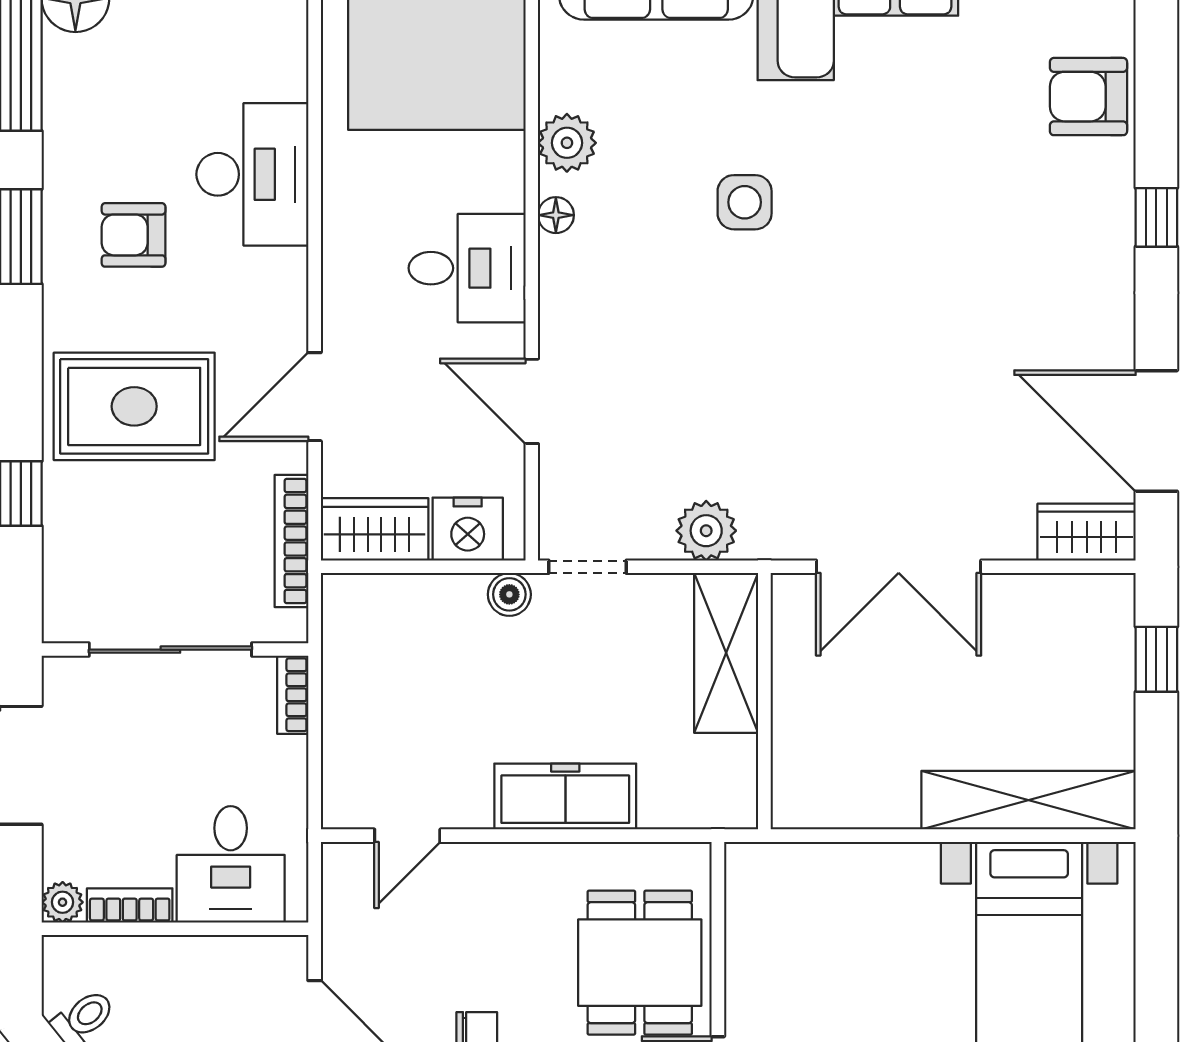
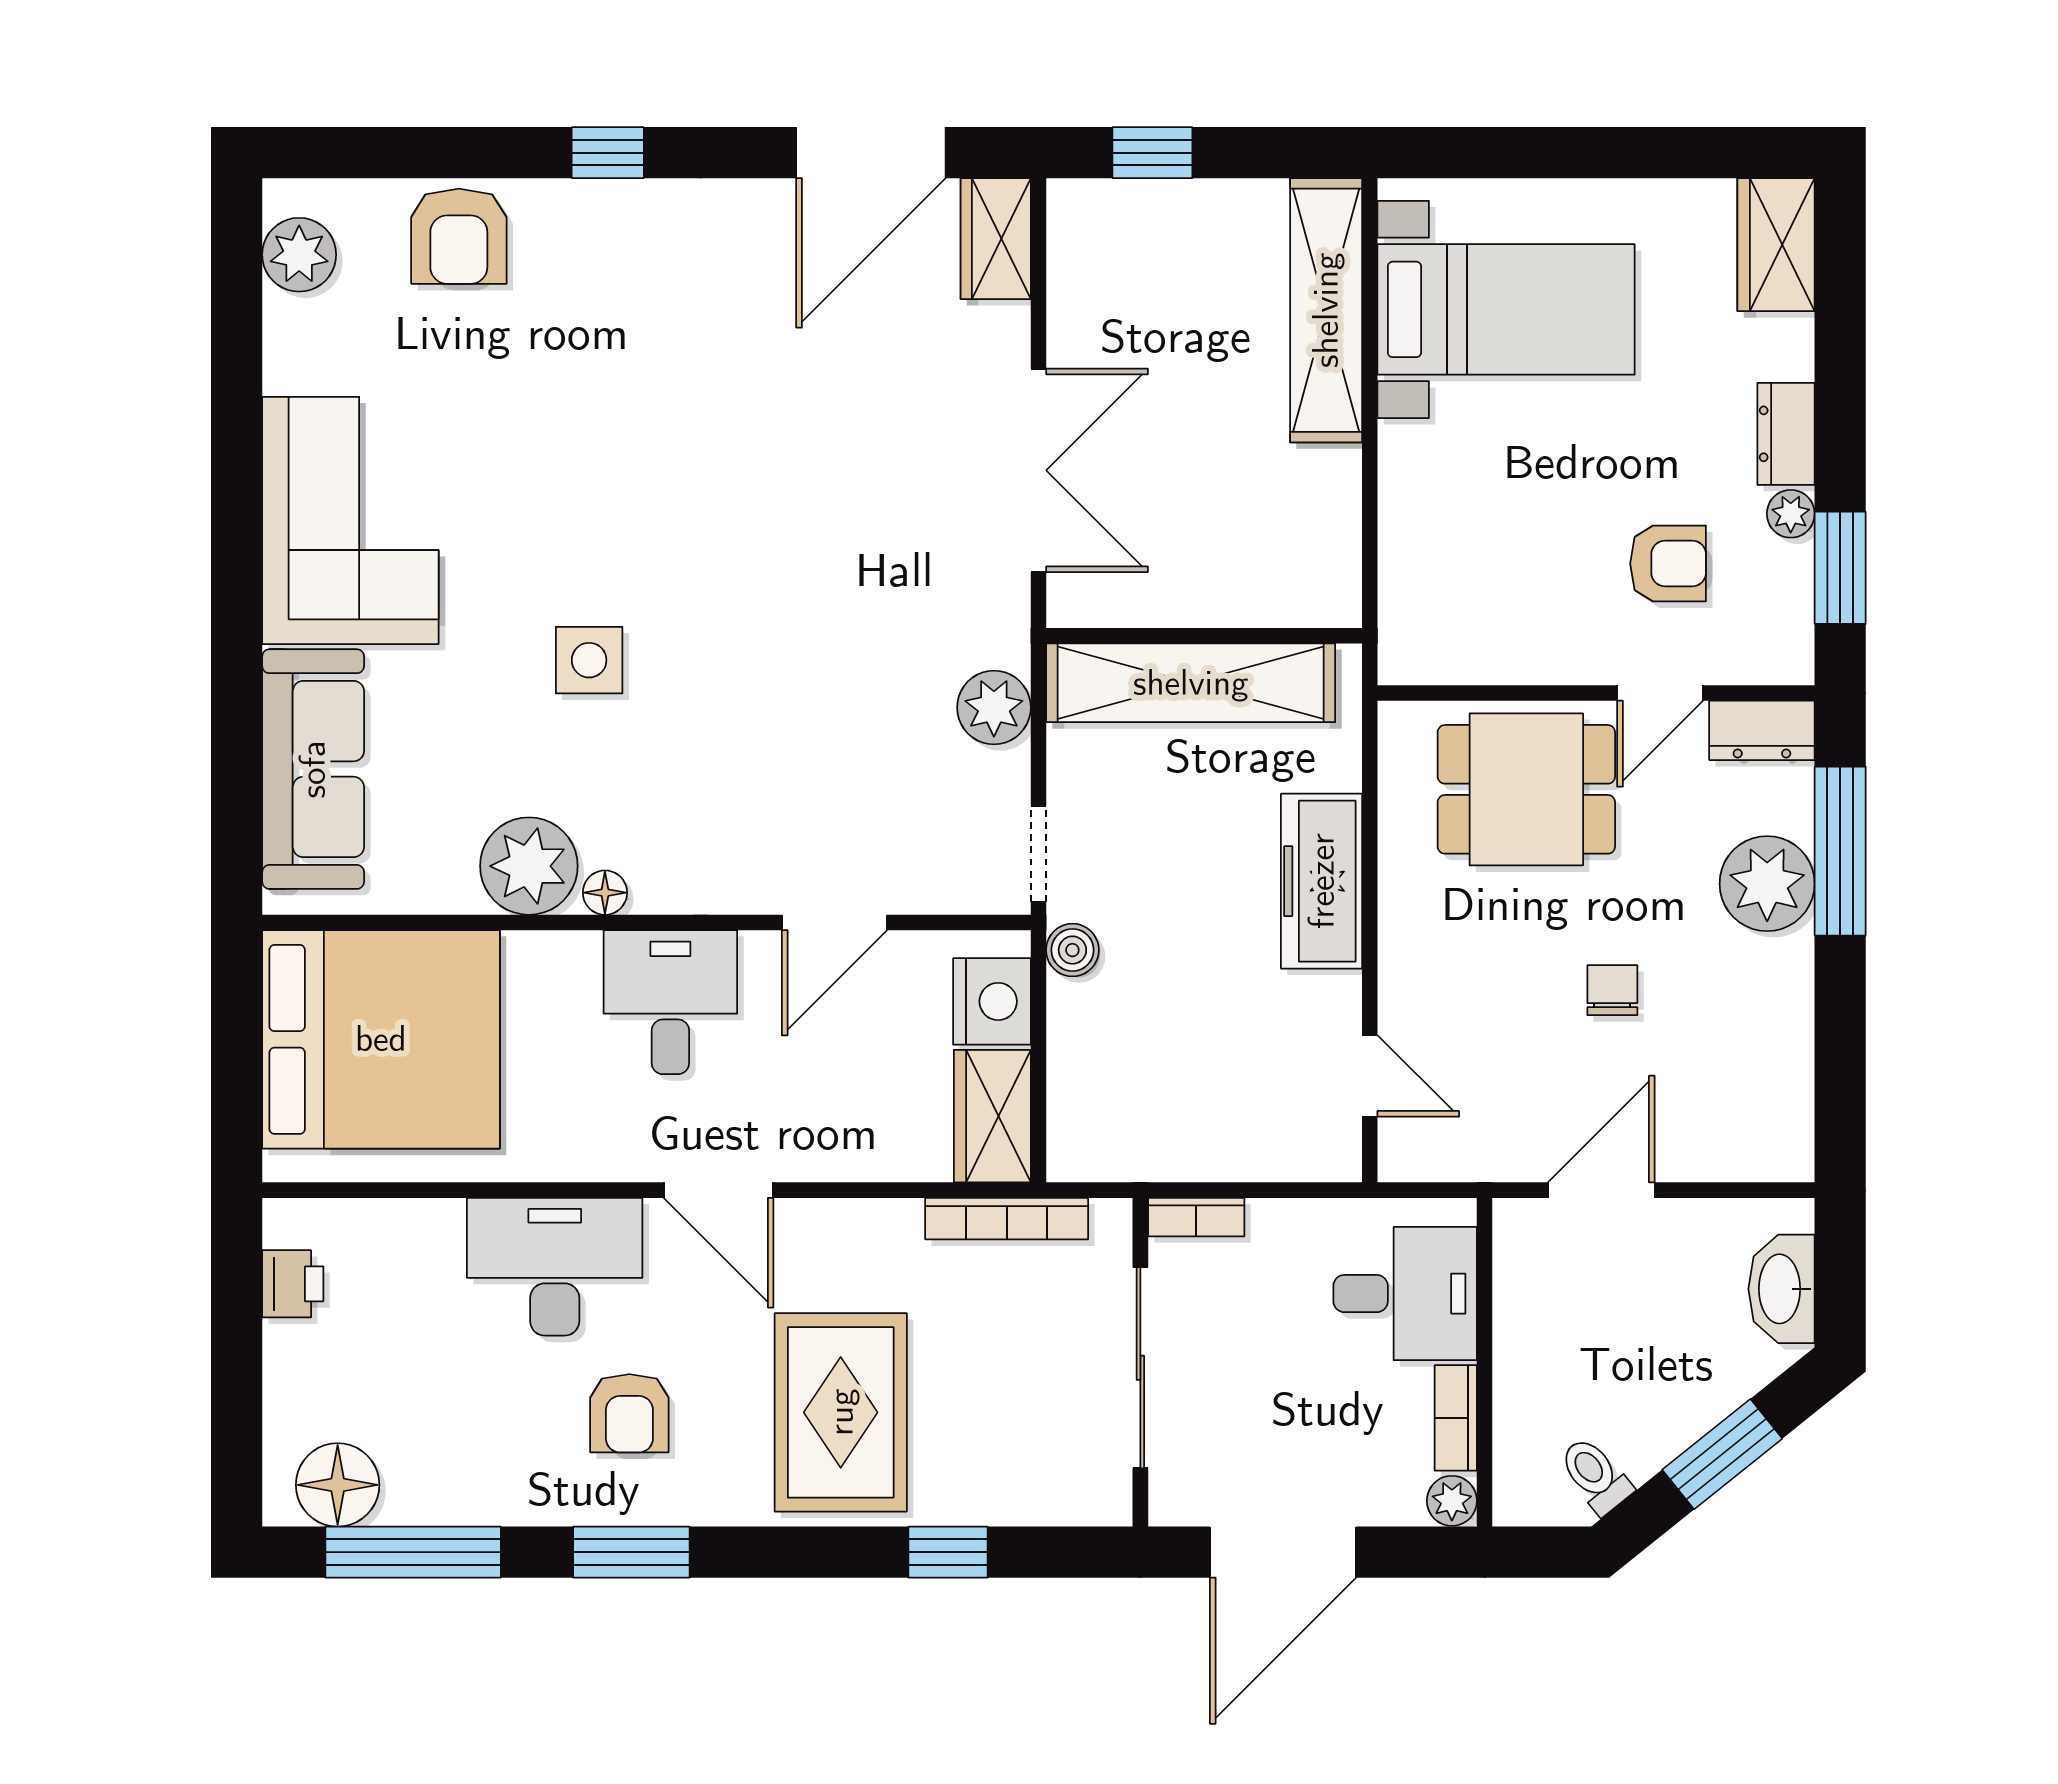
plant: (567, 143) -> (529, 866), width x1.36, depth x1.36
door: (315, 397) -> (719, 1190), moved
shelving: (726, 653) -> (1191, 683), width x1.47

